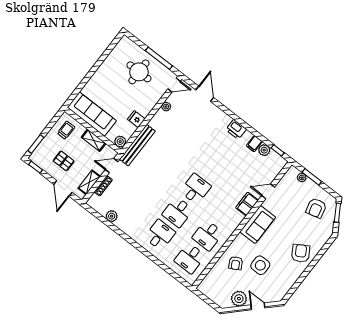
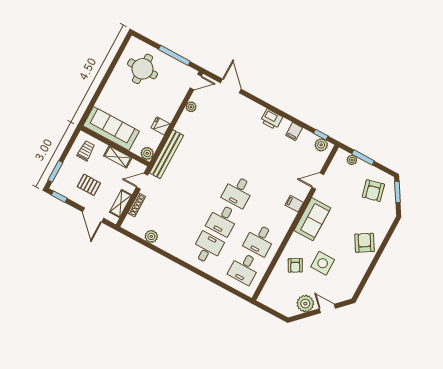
round table: (139, 72) -> (142, 69), moved
plant: (264, 150) -> (321, 145), moved
desk: (195, 189) -> (238, 192), turned 180
filing cabinet: (247, 204) -> (294, 204), width x0.50

